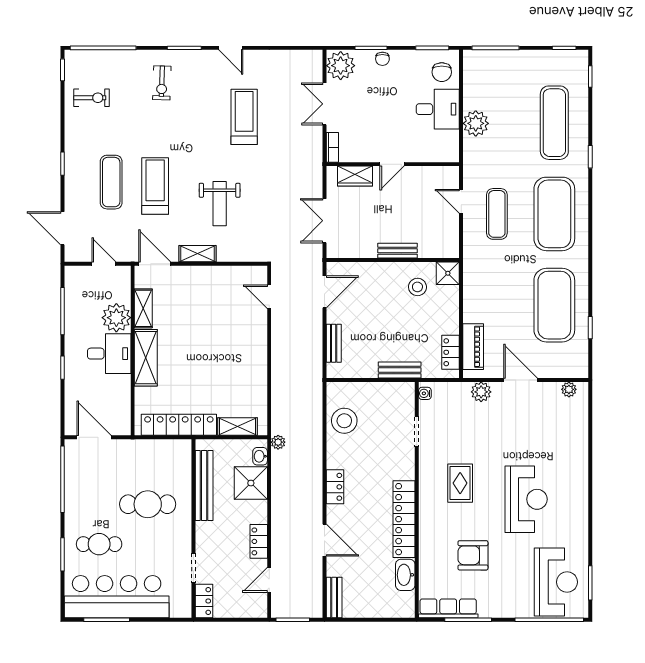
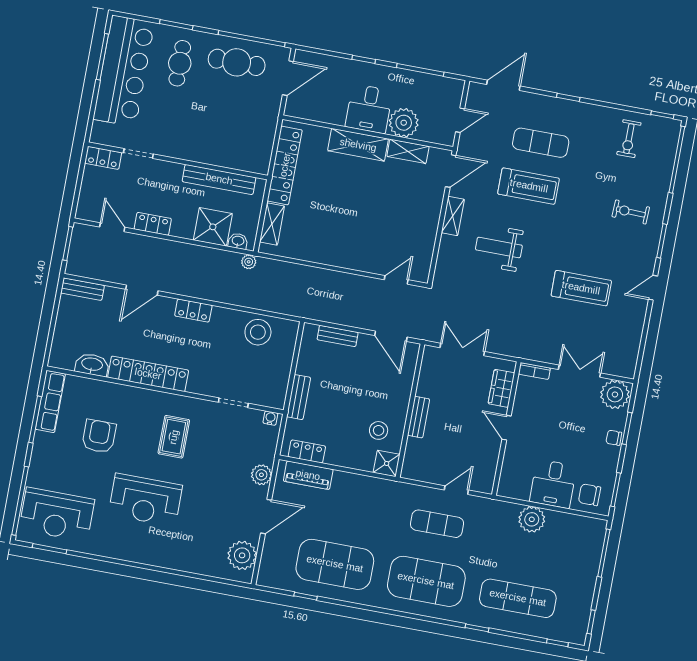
plant: (569, 389) -> (242, 555), width x1.88, depth x1.88
rug: (460, 483) -> (174, 437), turned 90
cafe table: (148, 504) -> (237, 62), moved, turned 90

